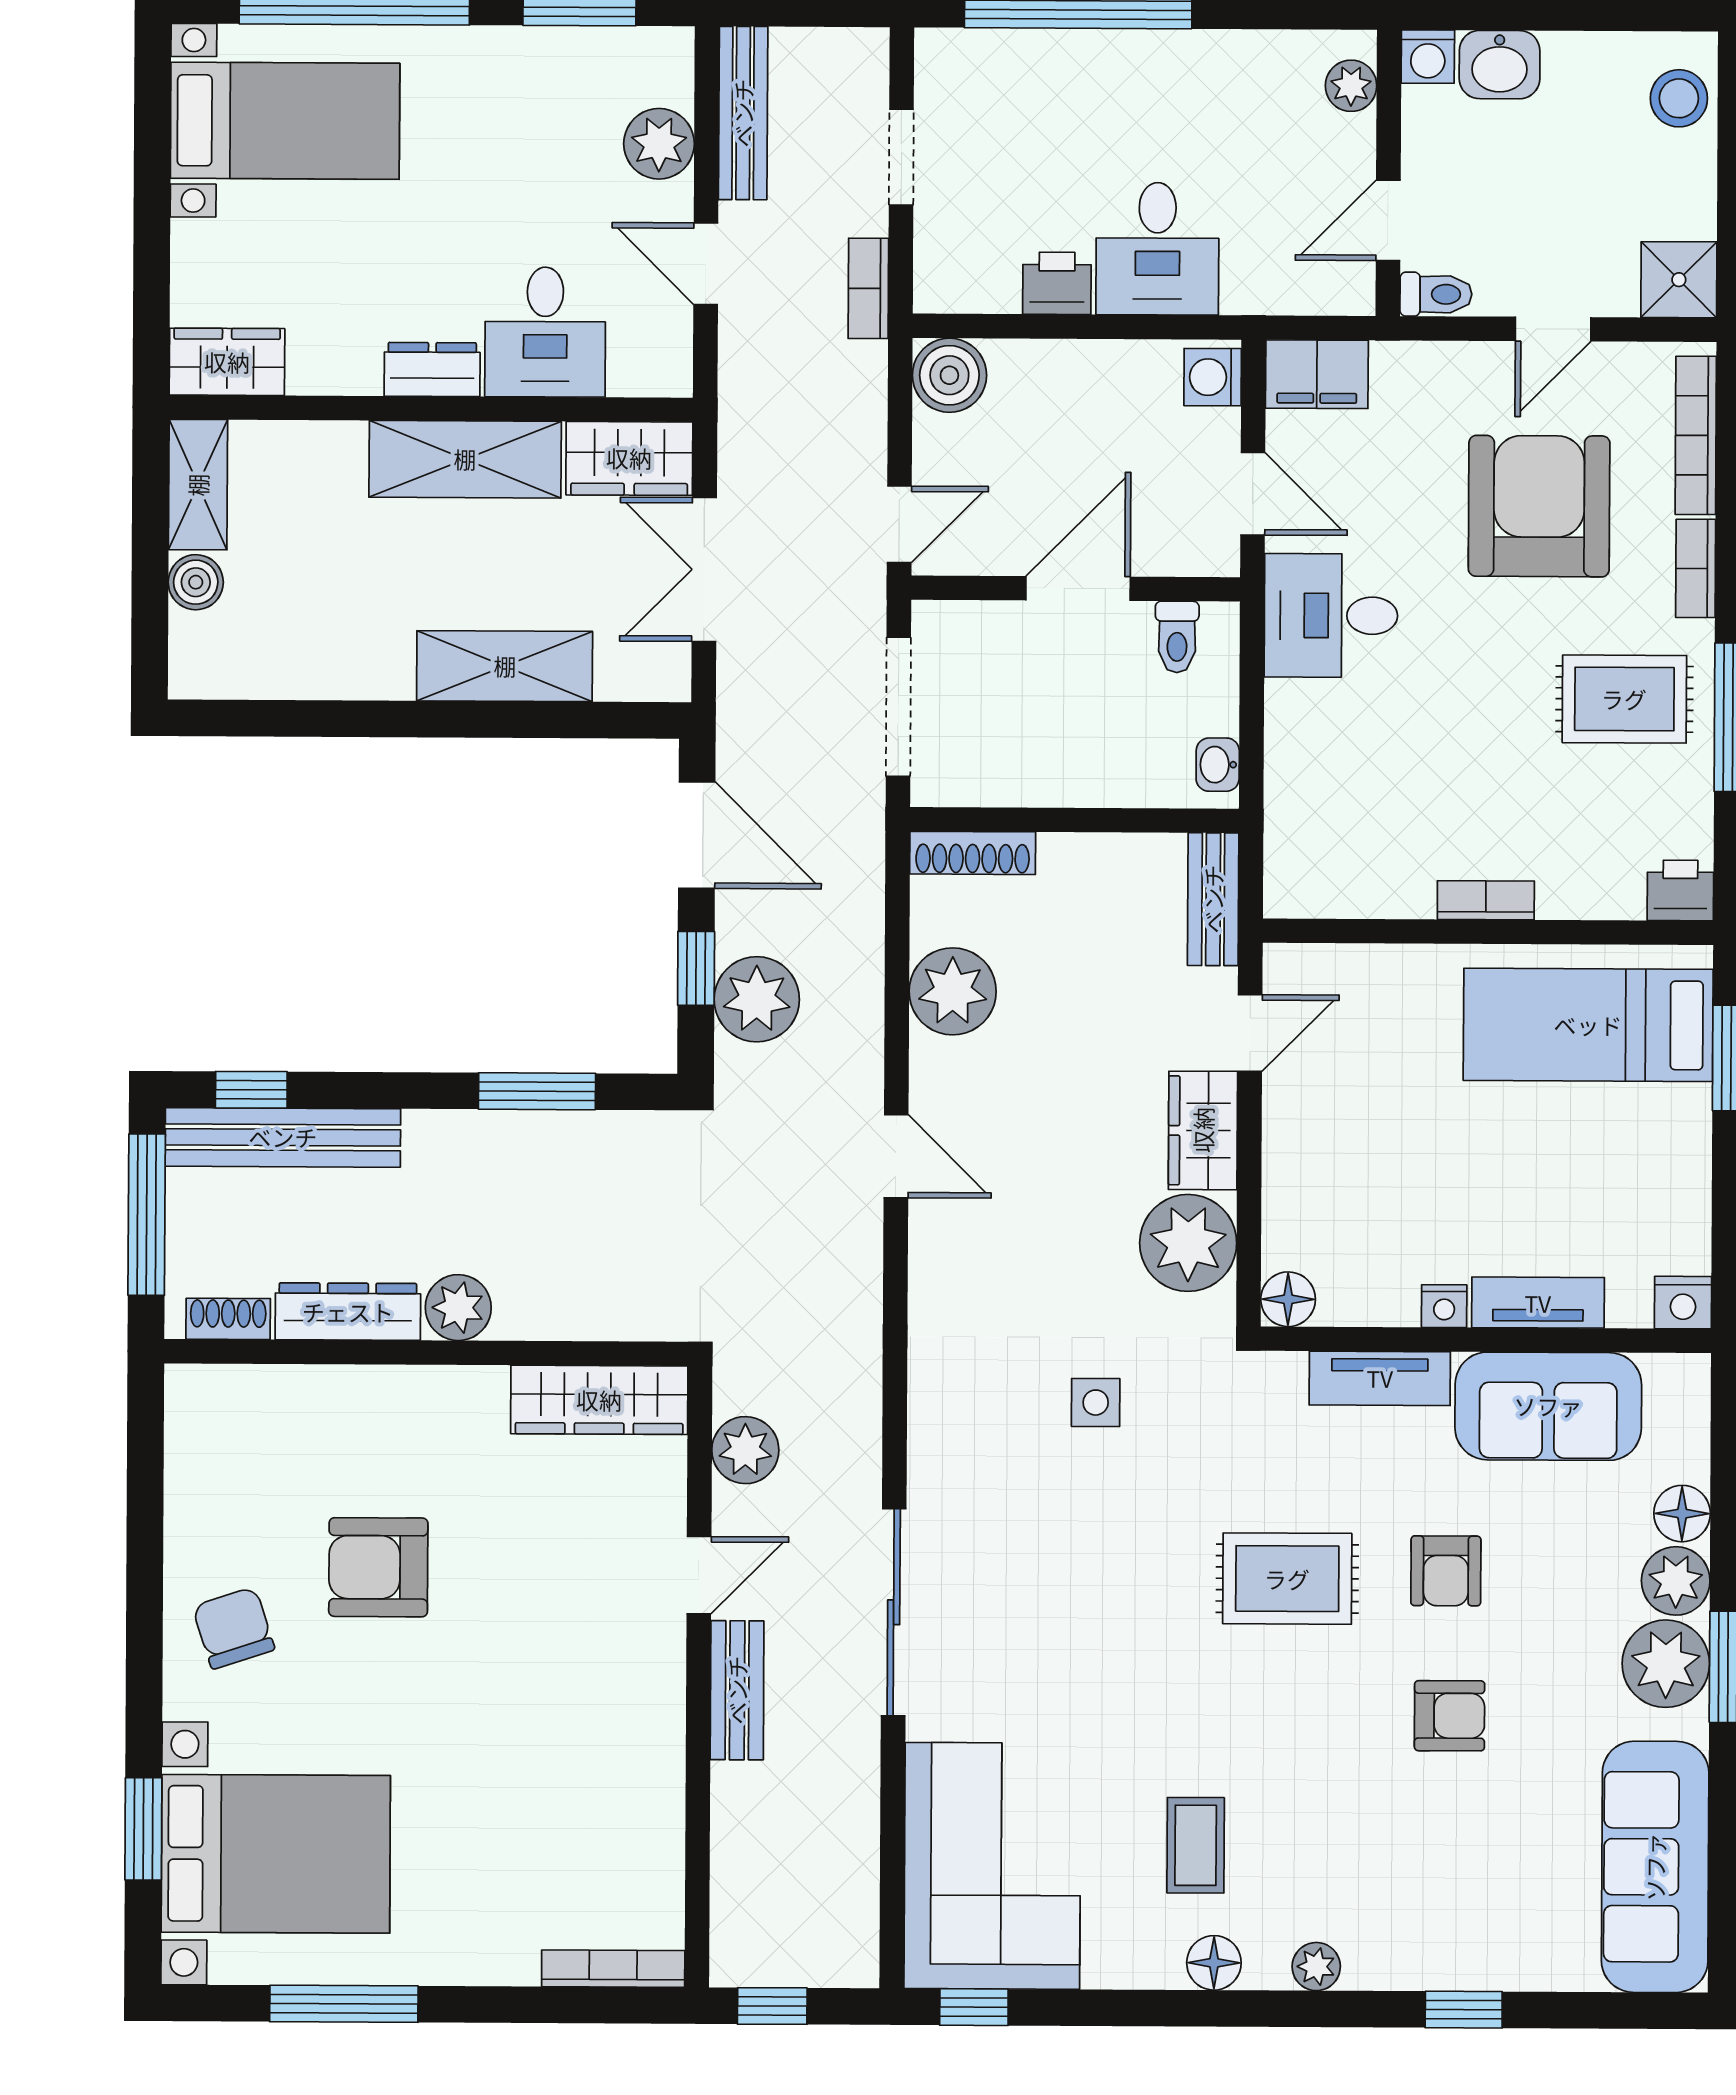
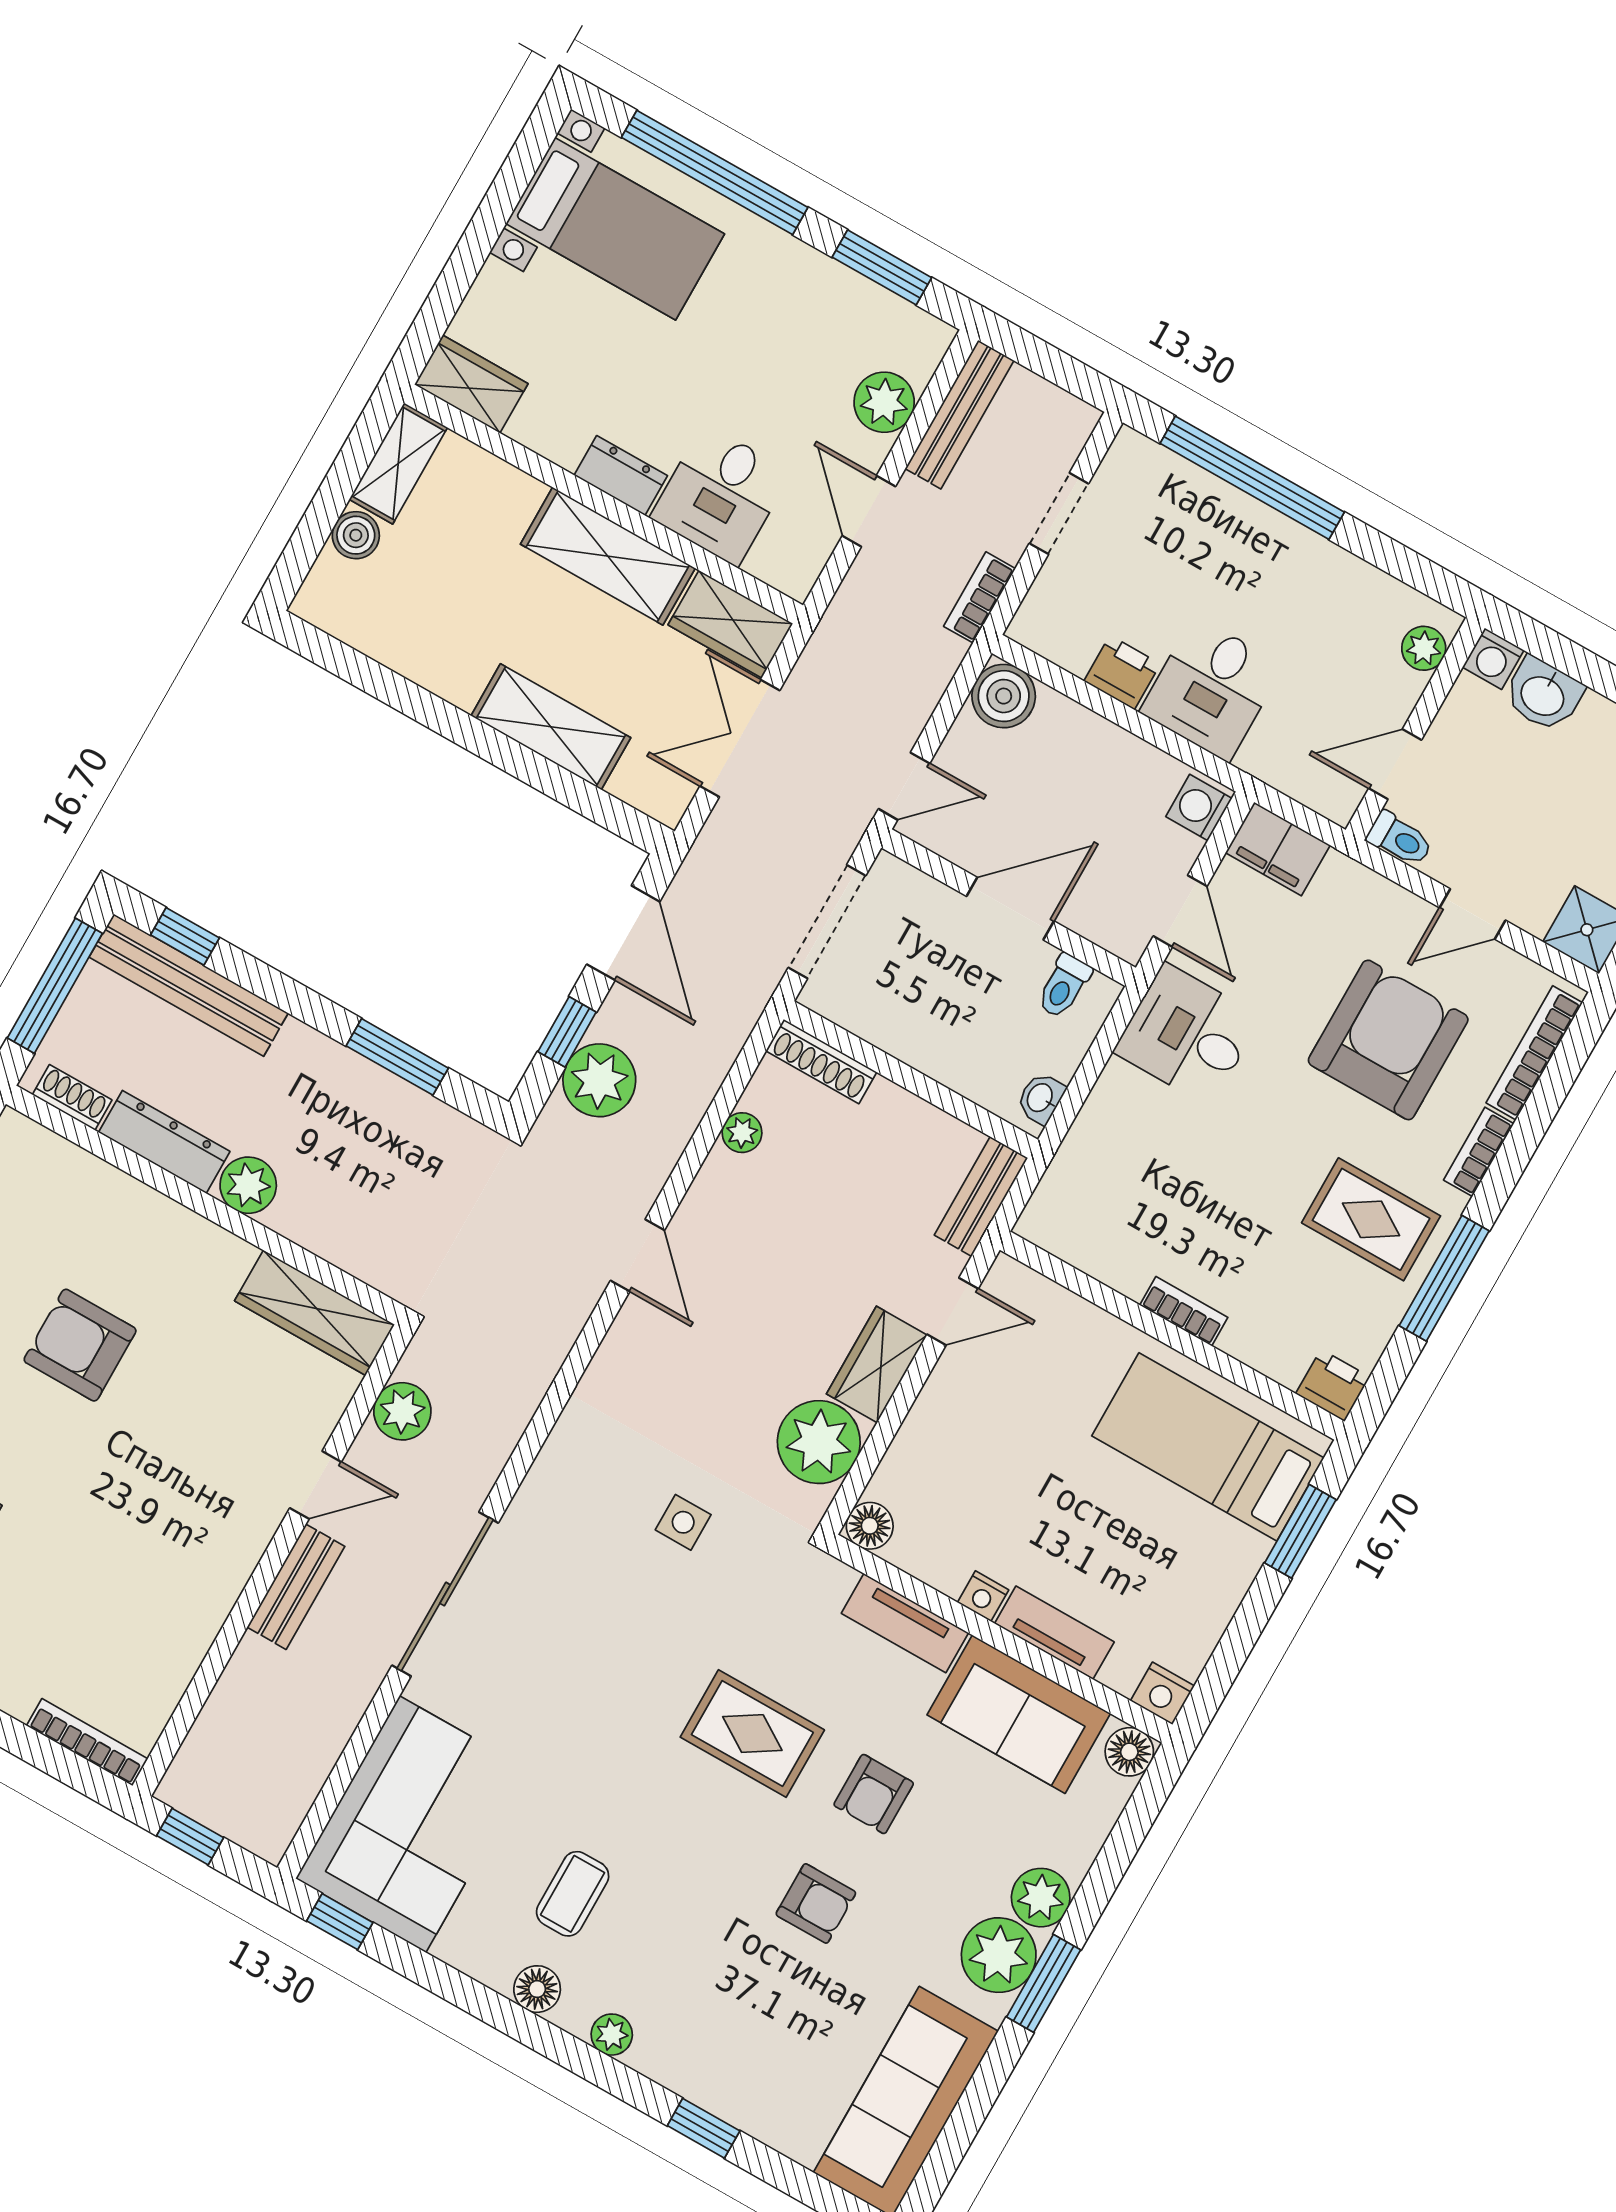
plant: (953, 991) -> (742, 1133), width x0.53, depth x0.53
floor lamp: (1682, 1514) -> (1129, 1752), moved

